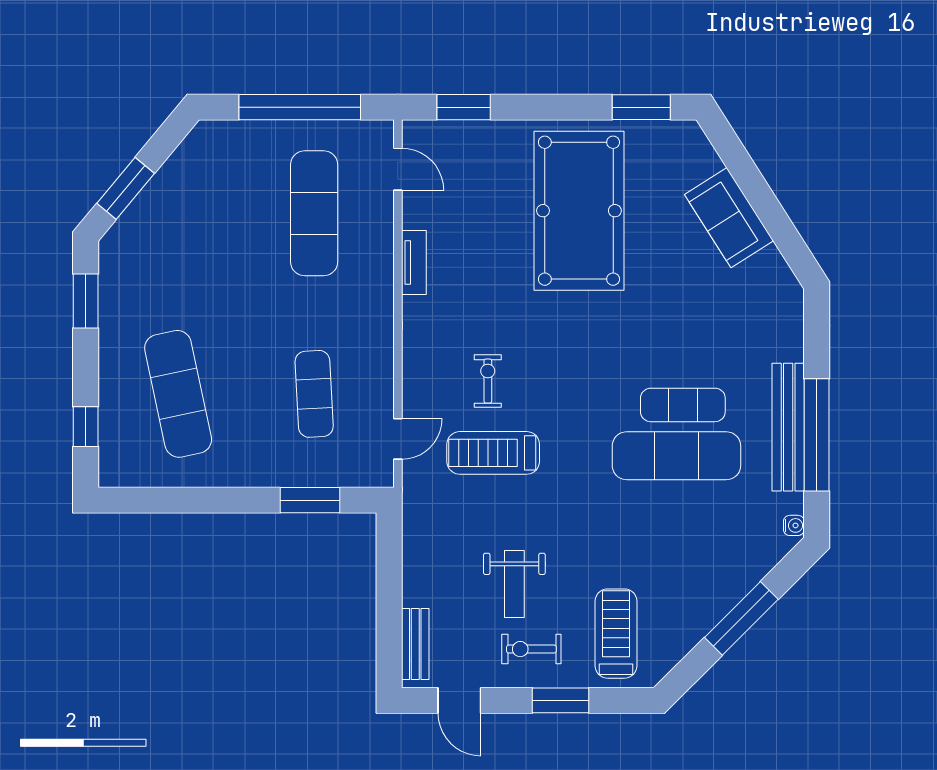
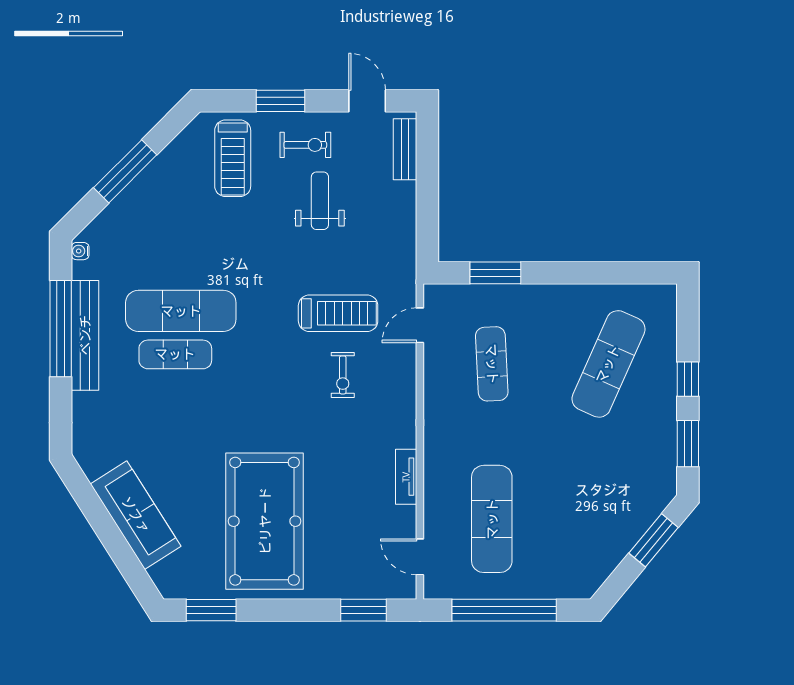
sofa: (729, 218) -> (136, 515), width x1.36
exercise mat: (178, 394) -> (608, 364), turned 36
window: (86, 427) -> (688, 379), moved

